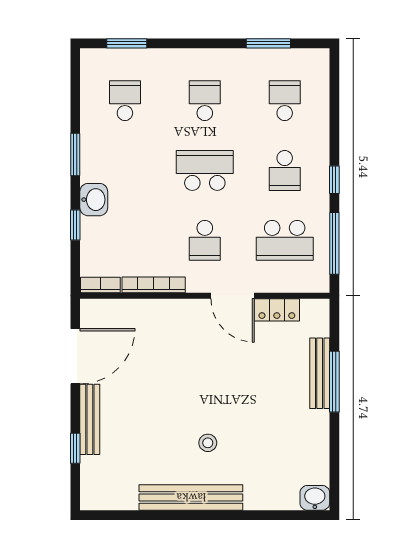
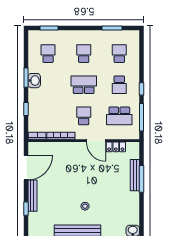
washbasin: (94, 200) -> (34, 81), moved
school desk: (205, 240) -> (84, 116), turned 180

